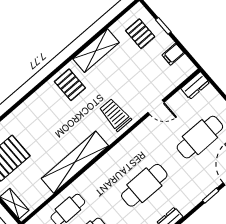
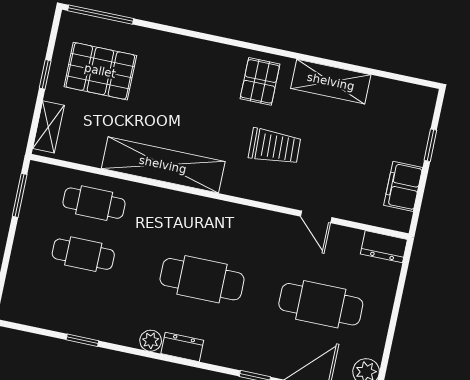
pallet: (140, 34) -> (397, 123), removed
filing cabinet: (173, 54) -> (403, 186), width x2.00
trolley: (115, 115) -> (275, 147), moved, turned 88

